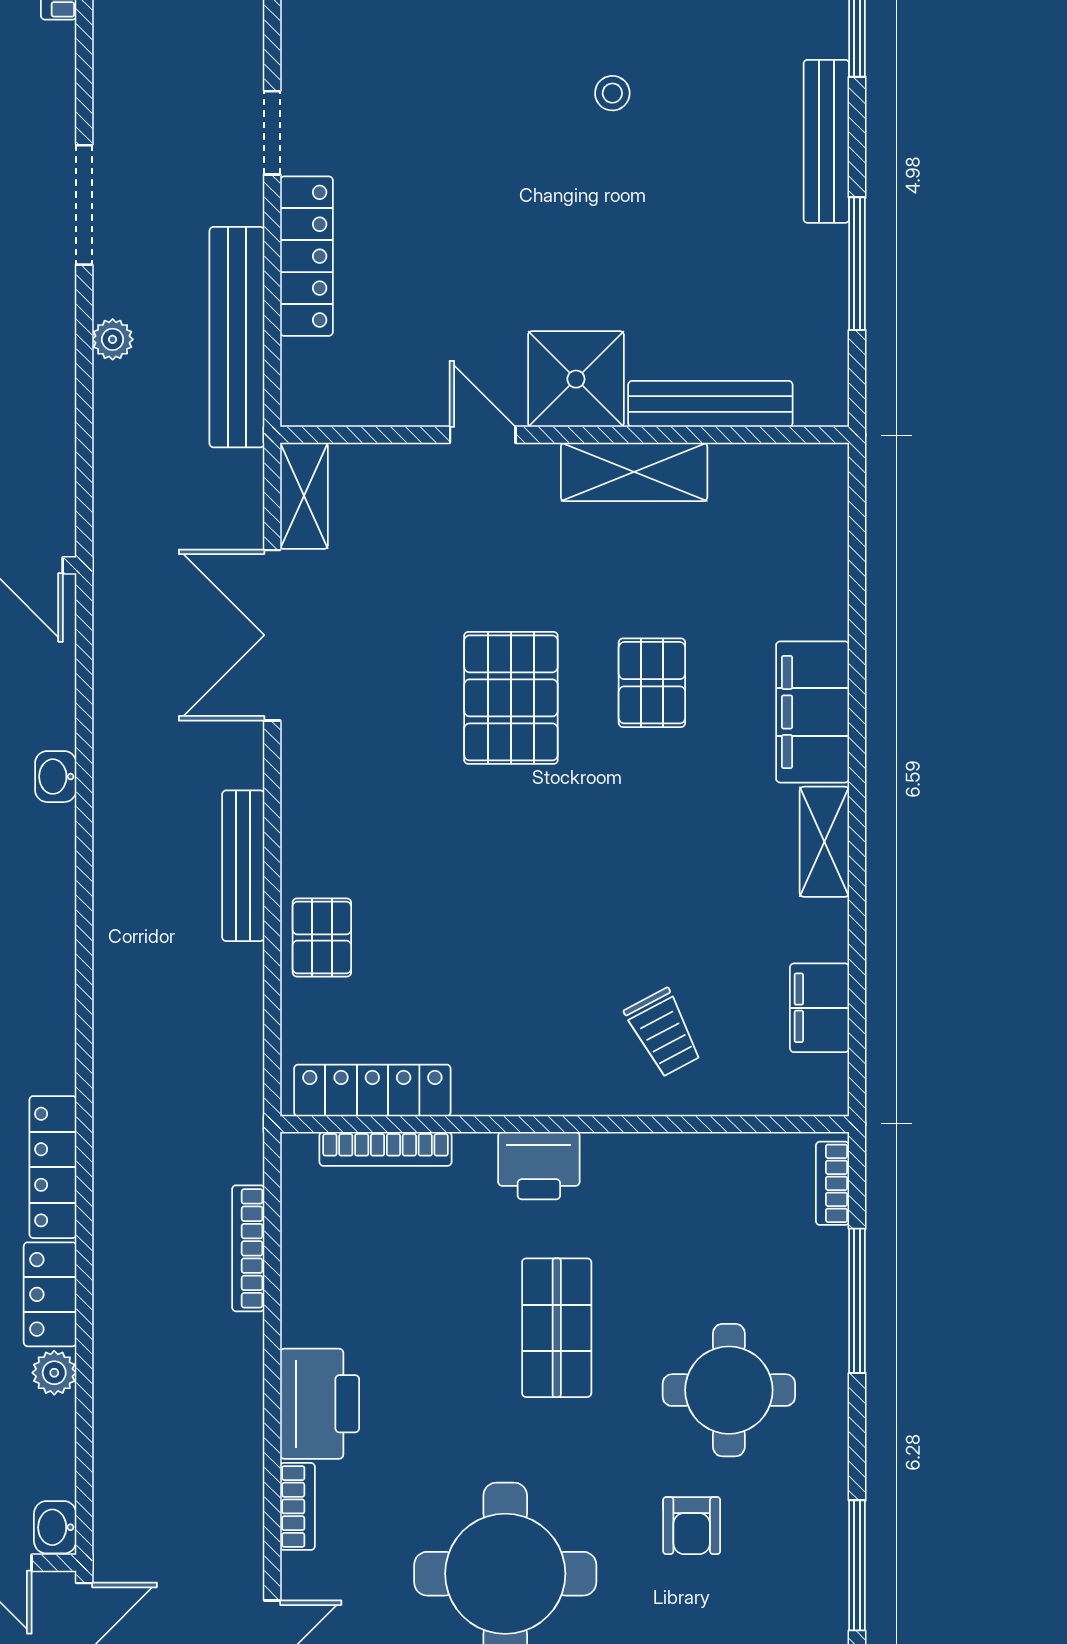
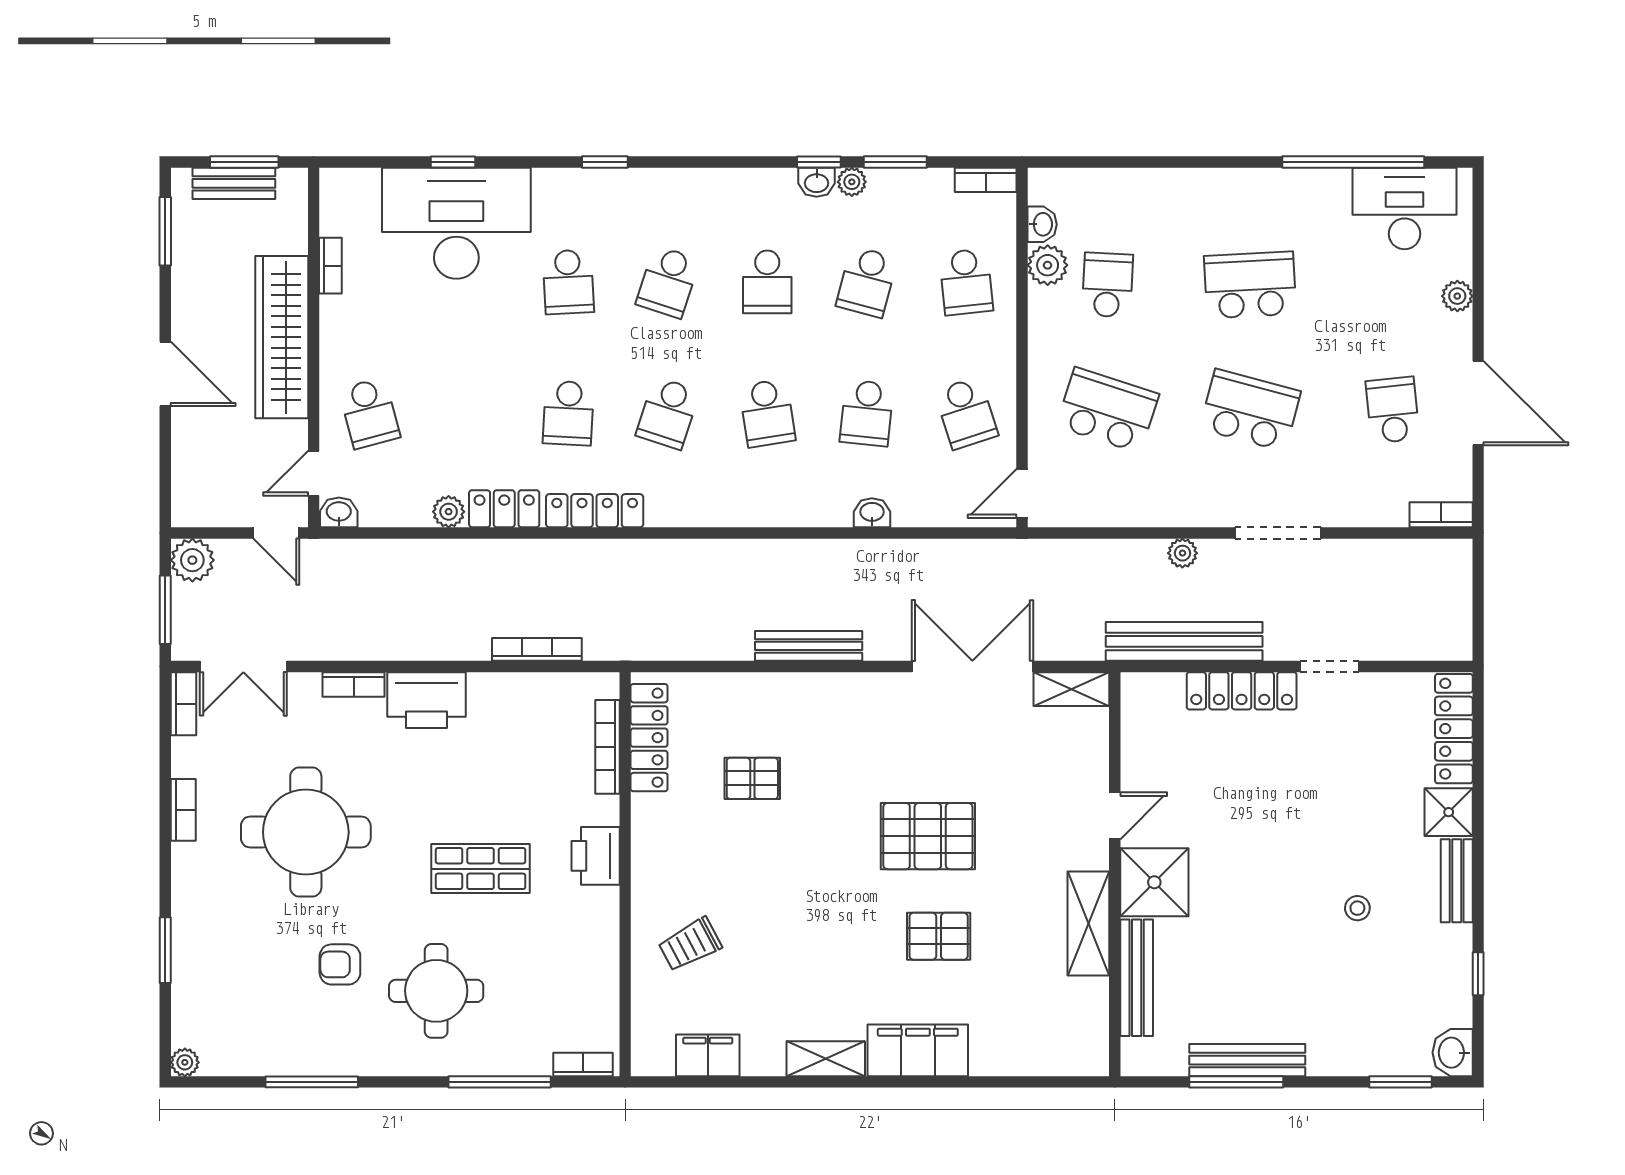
bench: (826, 141) -> (1247, 1060), moved
pallet: (322, 938) -> (752, 778), moved

